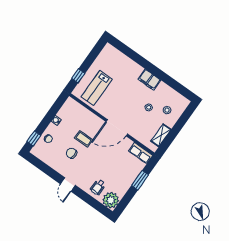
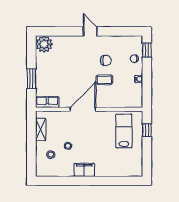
wheelchair: (98, 187) -> (63, 47), removed

